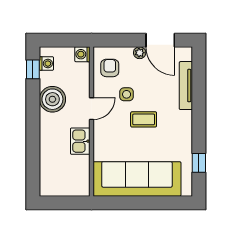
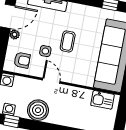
armchair: (110, 68) -> (22, 60), turned 180
kitchen sink: (80, 141) -> (102, 100), moved

